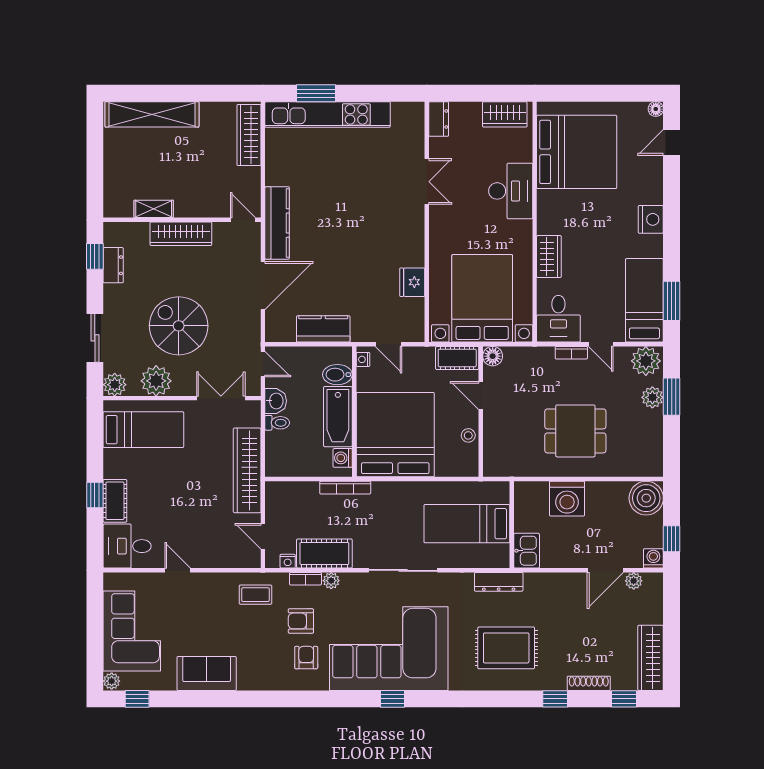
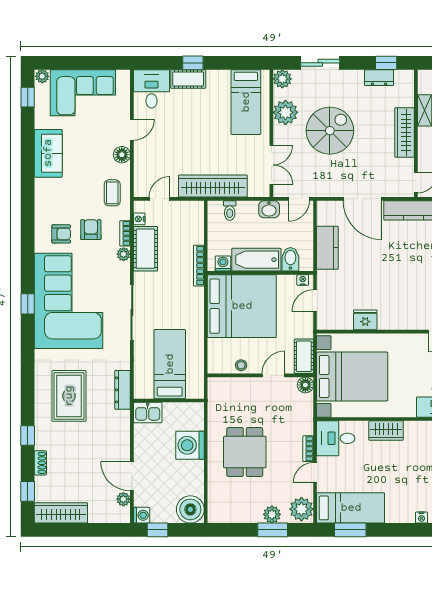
nightstand: (651, 219) -> (421, 518), width x0.53, depth x0.56
toilet: (277, 423) -> (230, 210), moved
floor lamp: (208, 583) -> (122, 155), added
shoe rack: (589, 683) -> (40, 463), width x0.70

